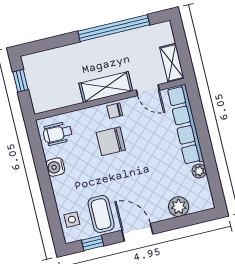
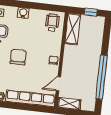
shelving: (106, 87) -> (73, 29), moved
chair: (111, 141) -> (18, 57), moved
water cooler: (55, 167) -> (23, 13), moved

